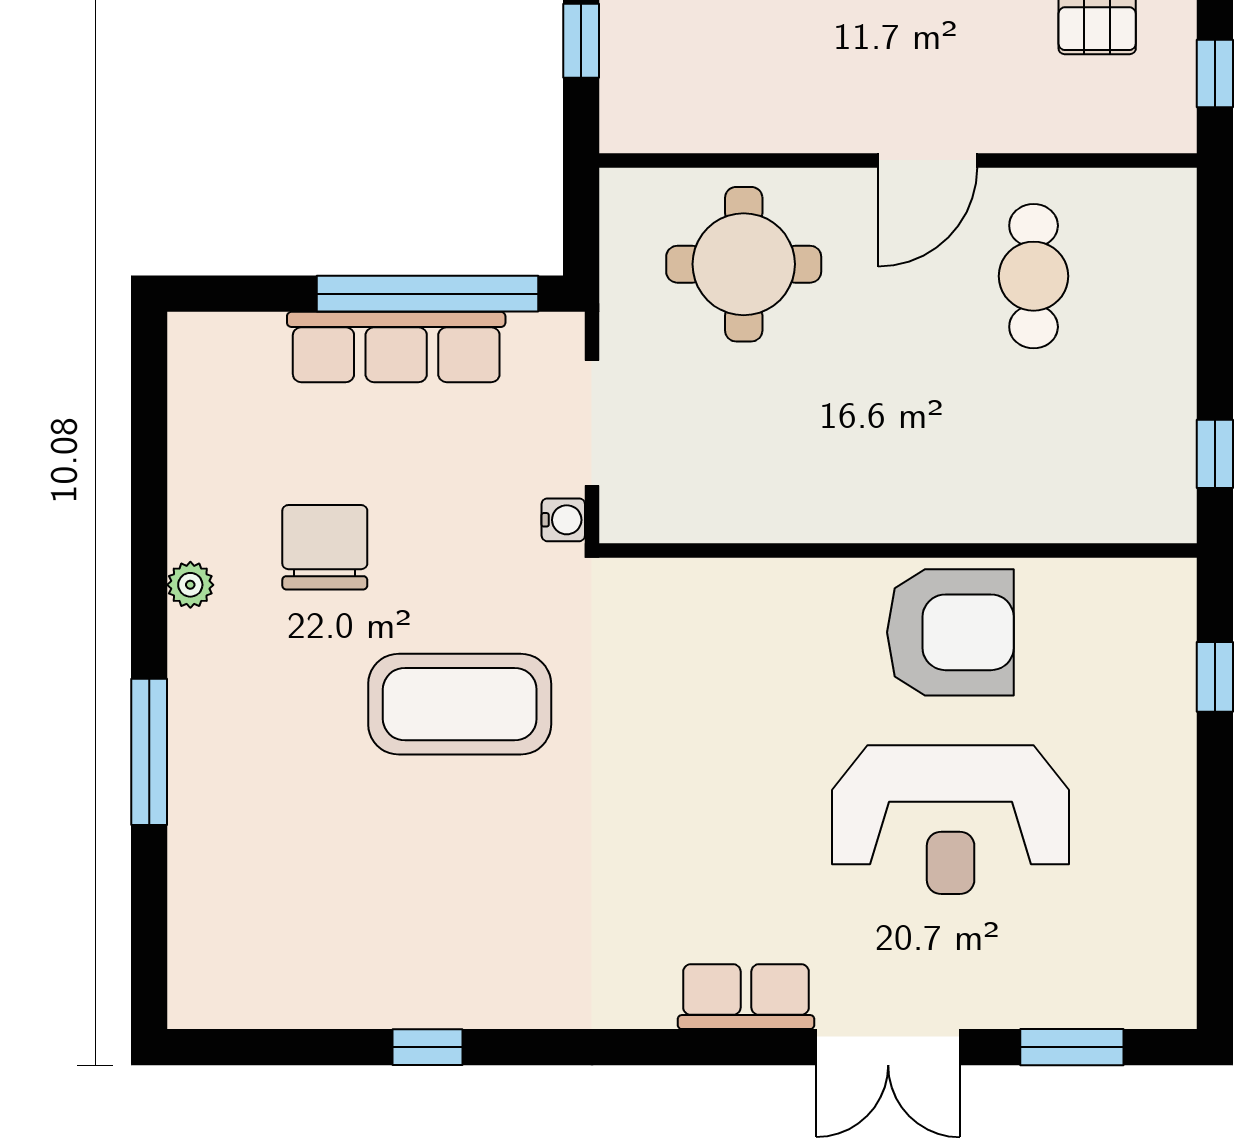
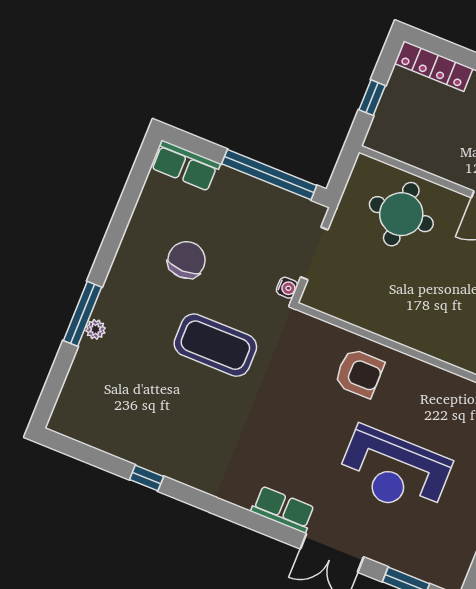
row of seats: (396, 347) -> (185, 166), moved, width x0.68
plant: (190, 585) -> (95, 329), moved
armchair: (950, 632) -> (359, 373), moved, width x0.73, depth x0.73

